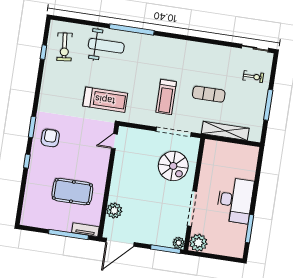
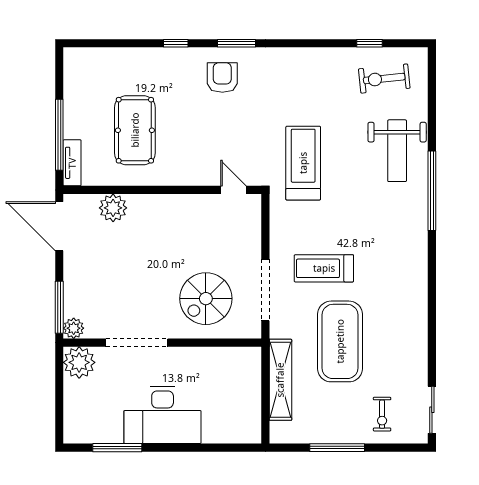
exercise mat: (209, 94) -> (340, 341), width x2.00, depth x1.45
treadmill: (105, 100) -> (303, 163), turned 180
armchair: (50, 138) -> (222, 78), turned -90

